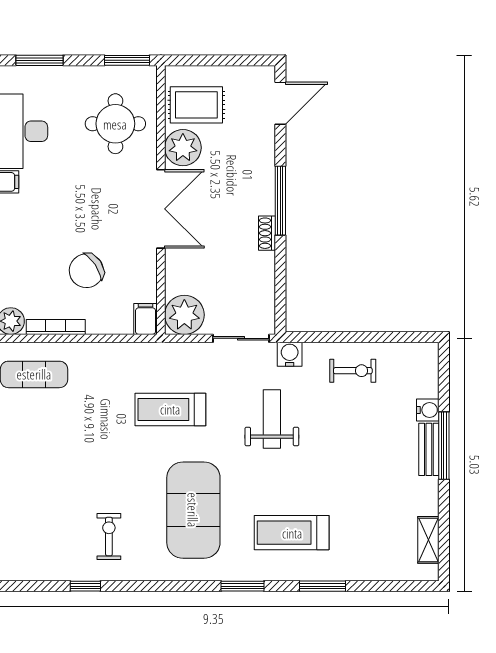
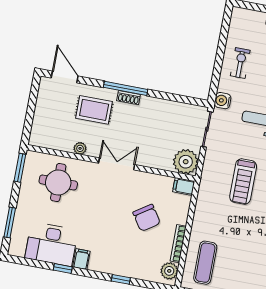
rug: (196, 105) -> (94, 110), moved, turned 90
plant: (183, 148) -> (80, 148), width x0.53, depth x0.53
double door: (161, 209) -> (117, 164), width x0.73
shoe rack: (267, 233) -> (129, 98), moved

